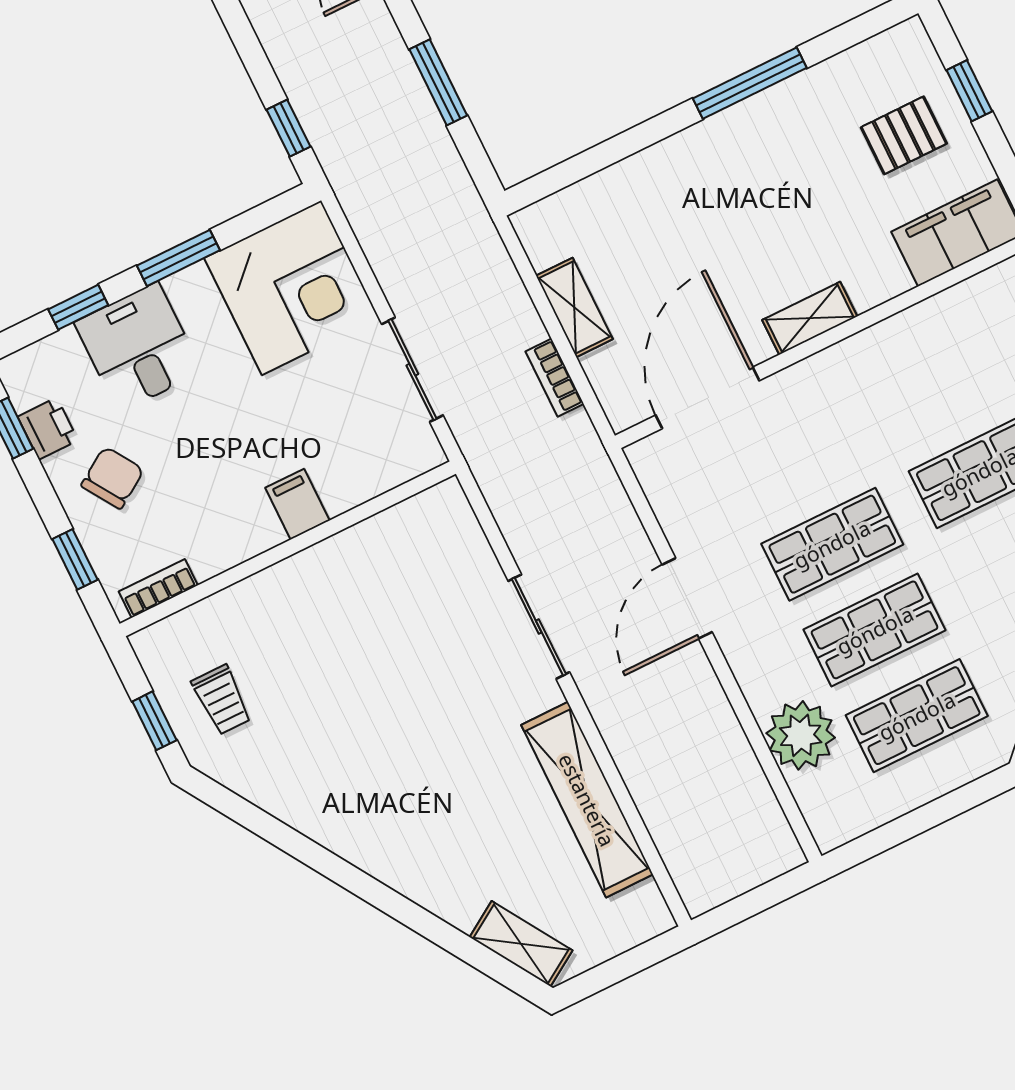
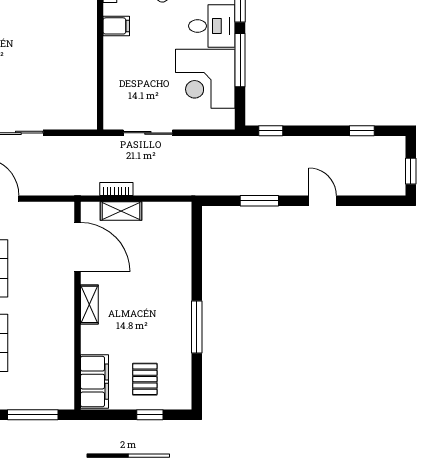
window: (178, 258) -> (240, 60), width x1.44
corner desk: (292, 288) -> (205, 79), moved
shelving: (574, 307) -> (121, 211), moved
filing cabinet: (297, 504) -> (116, 26), moved

